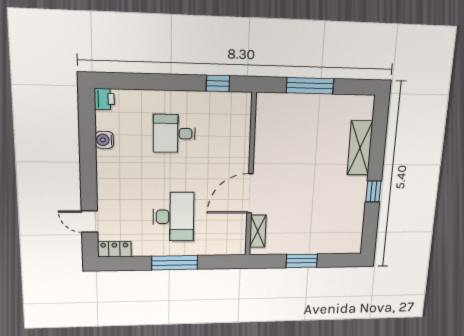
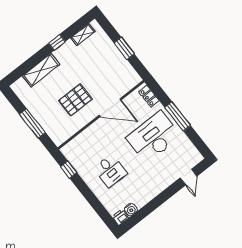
water cooler: (104, 140) -> (131, 210), moved
pallet: (293, 160) -> (75, 100), added
desk: (173, 217) -> (153, 137), width x1.36, depth x1.30
shelving: (258, 231) -> (83, 34), moved
locker: (114, 249) -> (149, 96), moved

